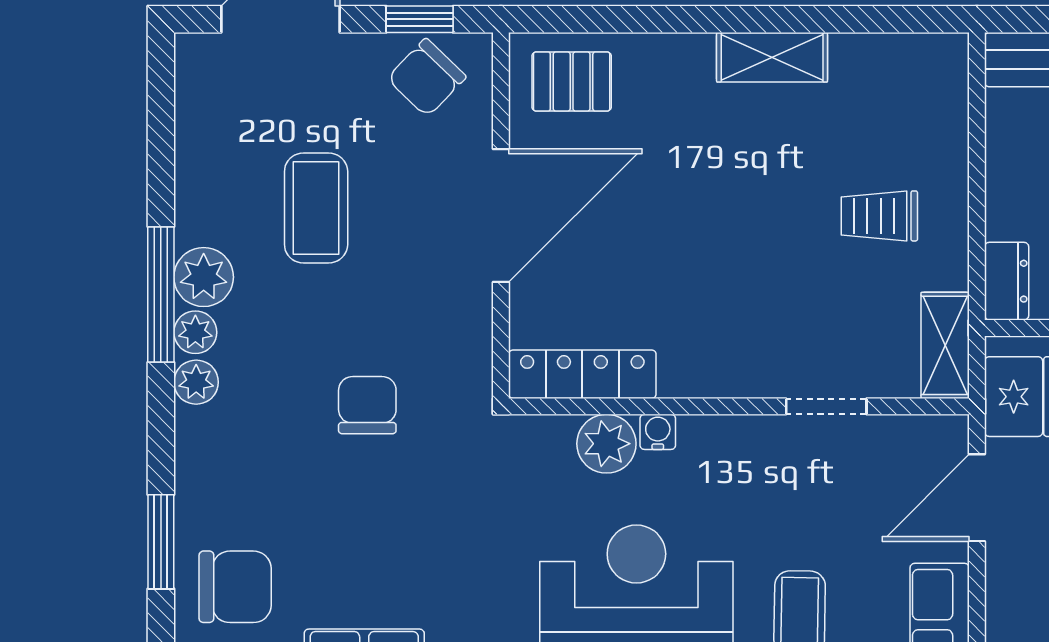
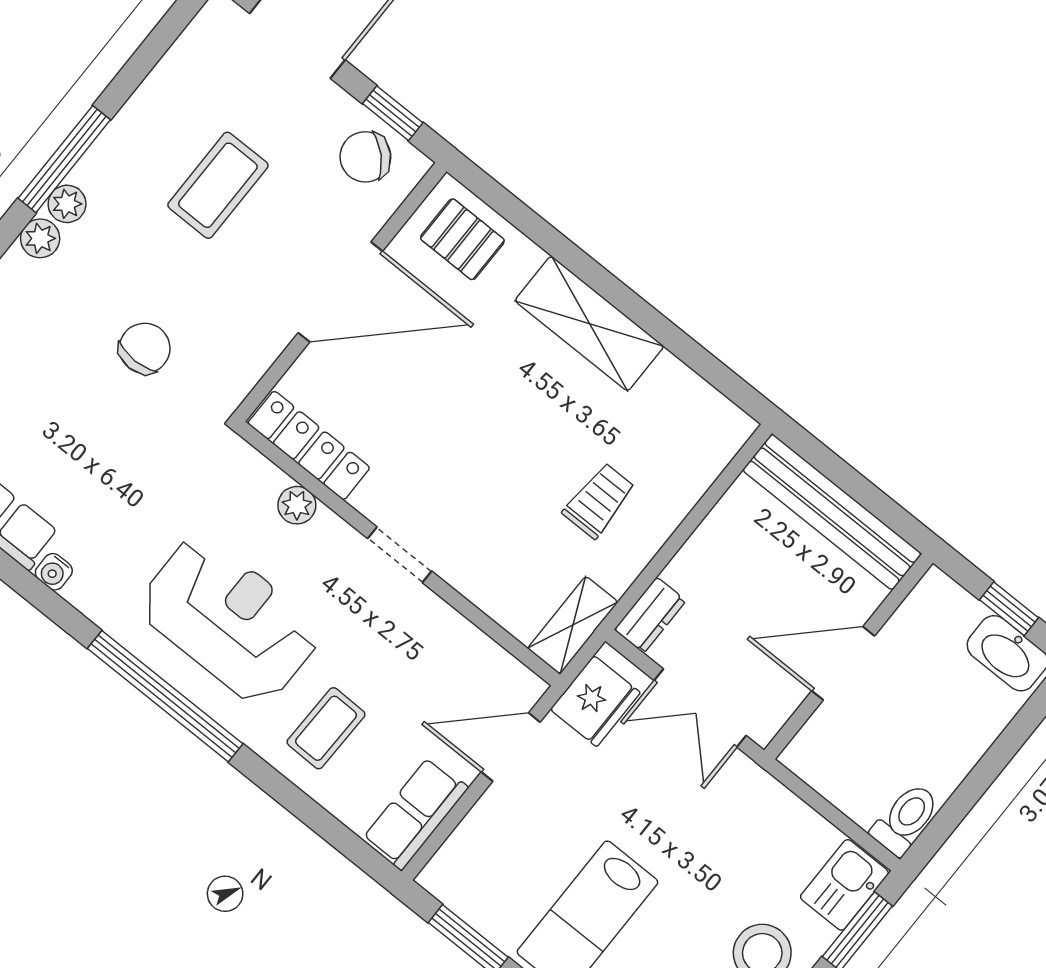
shelving: (772, 57) -> (589, 323), width x1.50, depth x1.33
trolley: (879, 216) -> (599, 501), turned 90
plant: (204, 277) -> (103, 171), removed
doorway: (826, 406) -> (400, 555), moved
water cooler: (658, 432) -> (329, 526), removed
plant: (606, 444) -> (297, 505), width x0.73, depth x0.73

